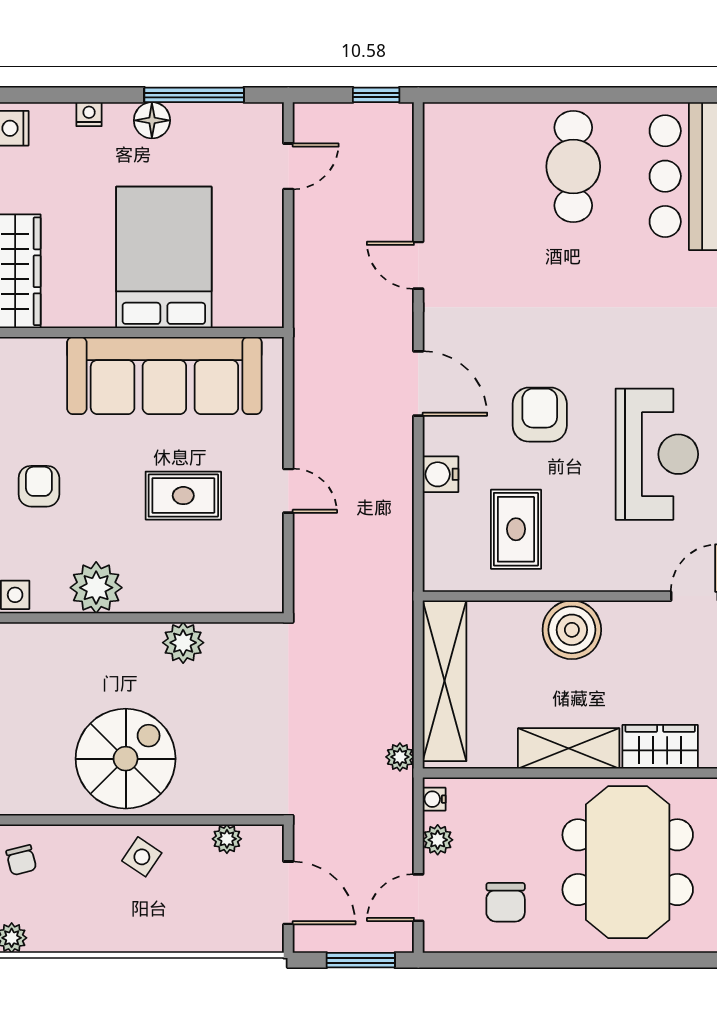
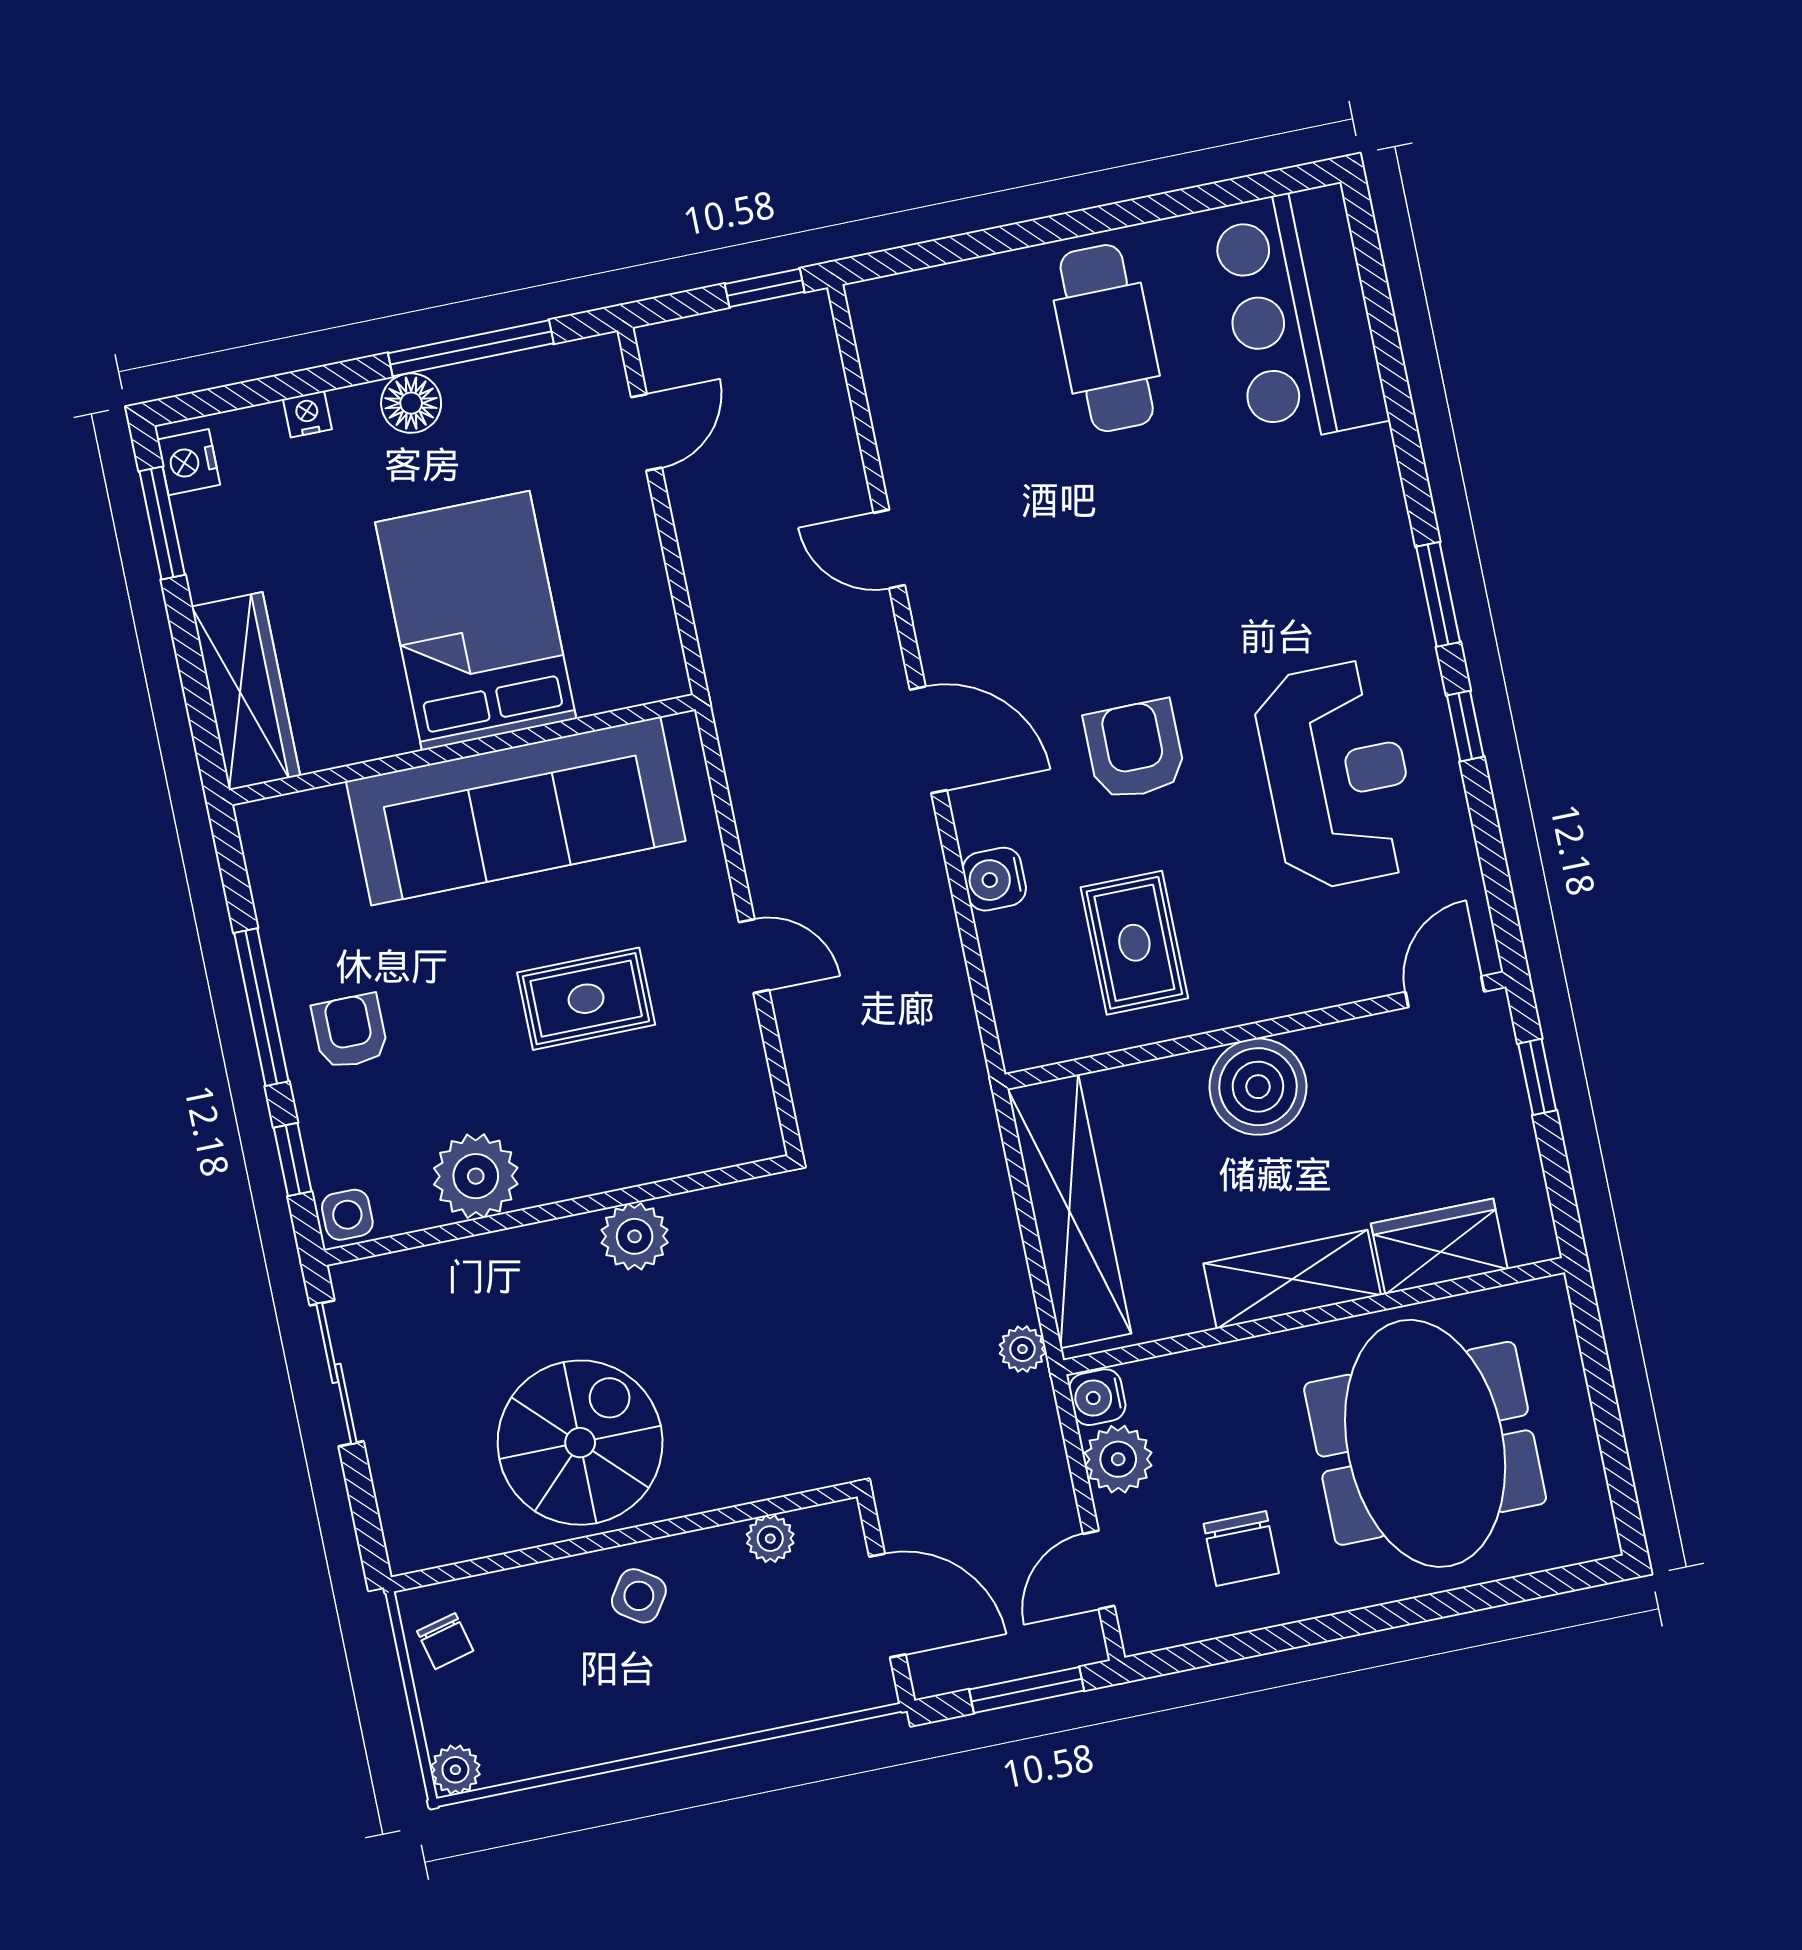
water cooler: (434, 799) -> (1097, 1397), width x1.38, depth x1.38
plant: (438, 840) -> (1118, 1459), width x1.38, depth x1.38

